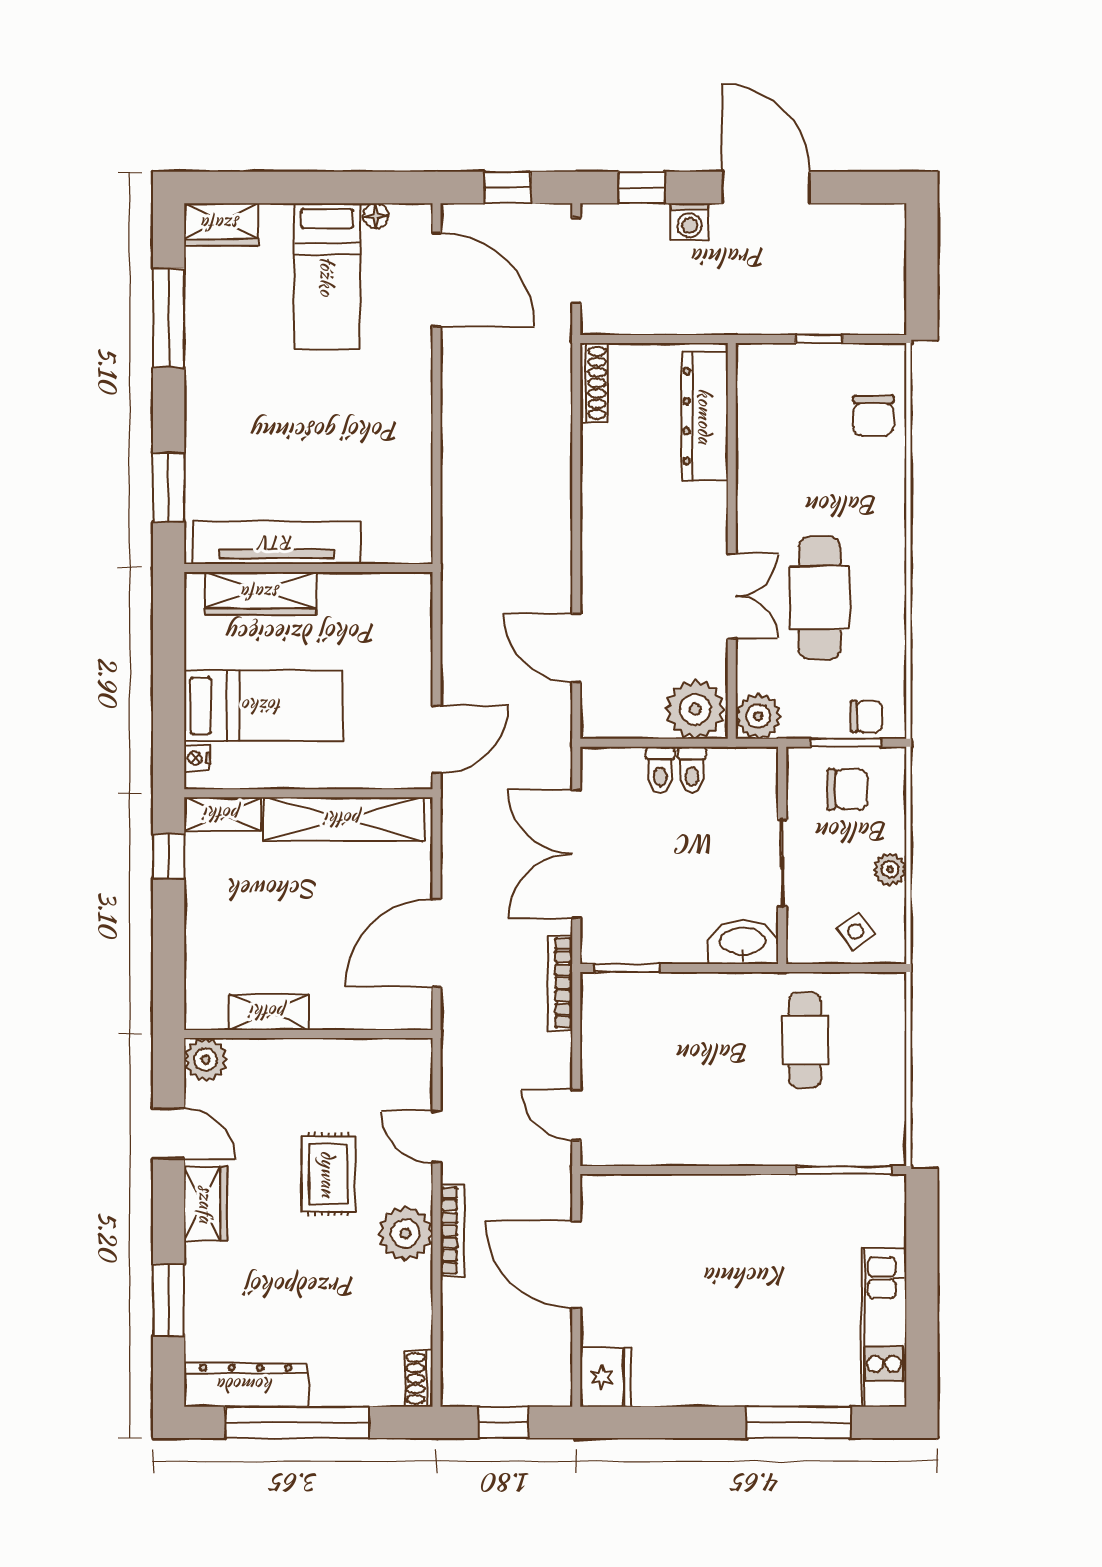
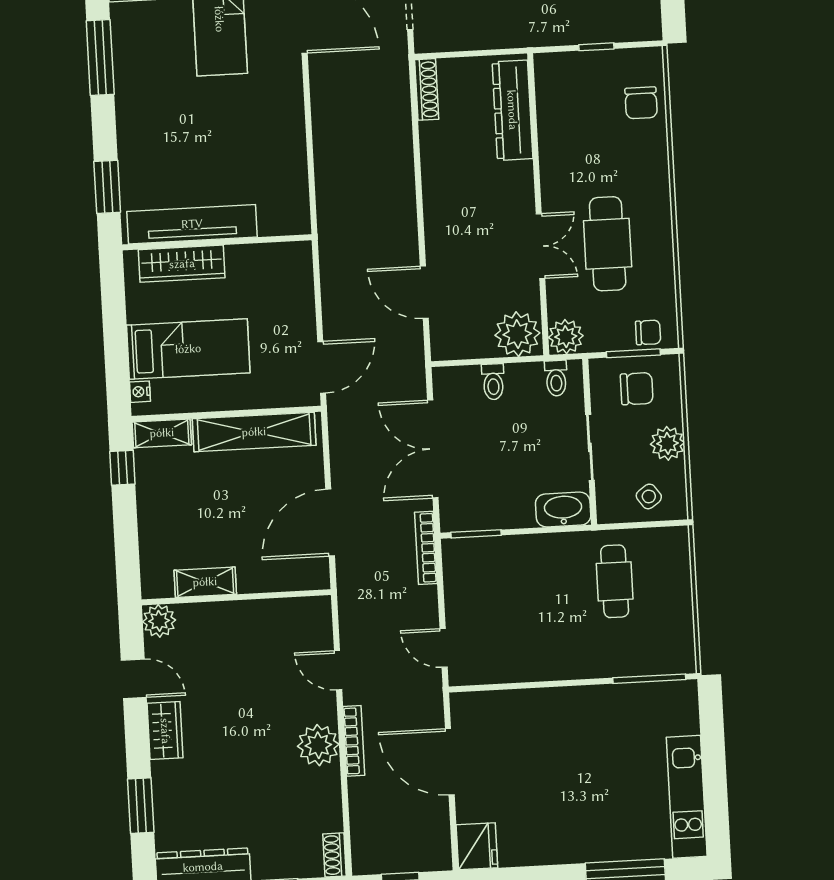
toilet: (692, 770) -> (556, 378), moved
plant: (890, 869) -> (668, 443), width x1.38, depth x1.38
rug: (328, 1174) -> (257, 703), removed

